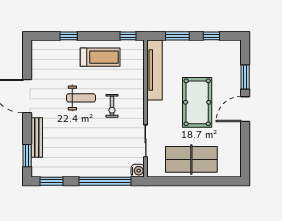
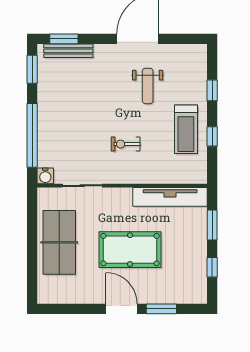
window: (128, 36) -> (212, 136), moved
weight bench: (81, 98) -> (148, 86), moved
bench: (37, 138) -> (68, 51), moved

